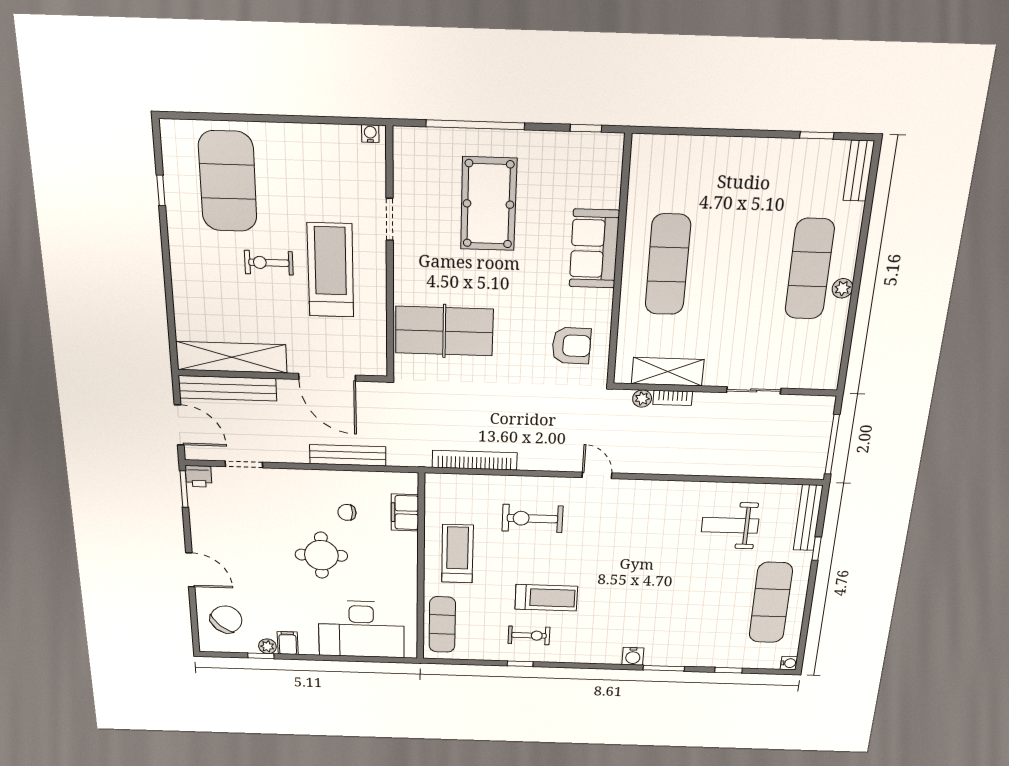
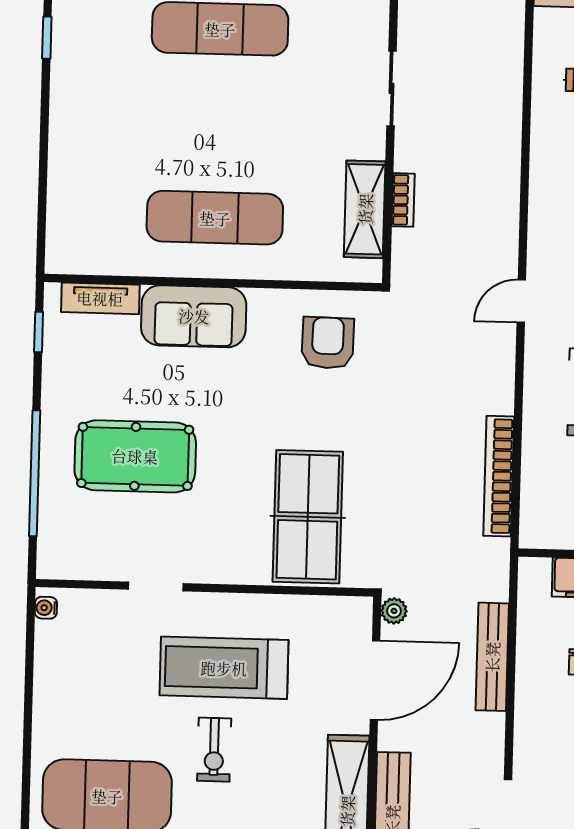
tv unit: (610, 177) -> (100, 298), added
plant: (642, 399) -> (394, 611), moved

